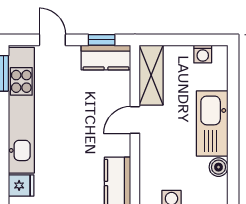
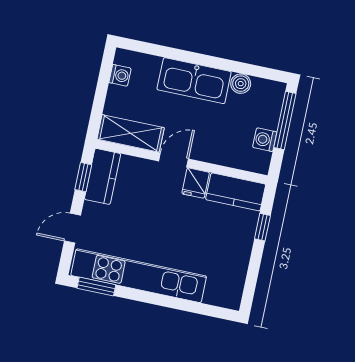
door: (135, 120) -> (174, 160), swing flipped
fridge: (21, 185) -> (196, 183), moved, turned 180

